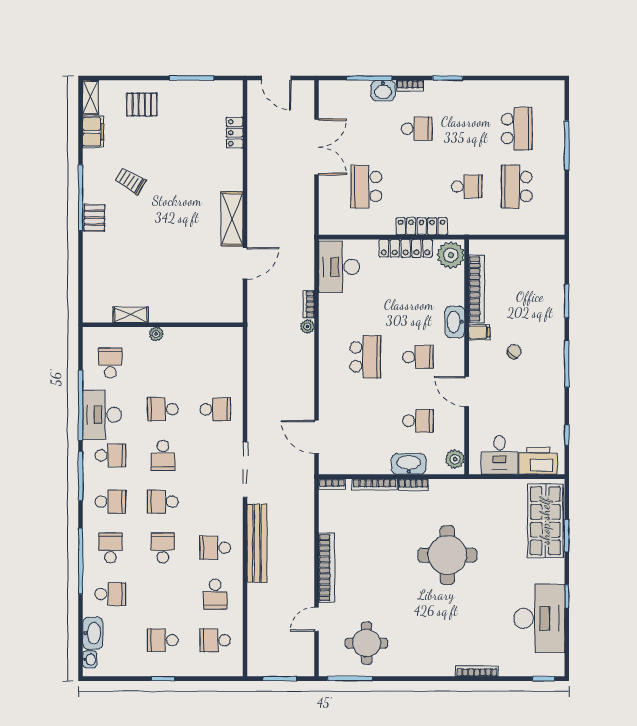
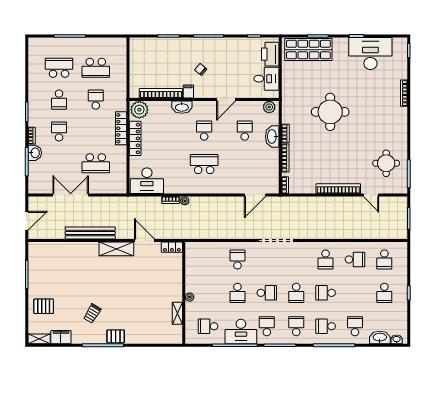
pallet: (142, 105) -> (44, 306), turned 90
school desk: (467, 129) -> (59, 100), added
locker: (235, 133) -> (172, 247), moved
bench: (257, 543) -> (90, 233), moved

